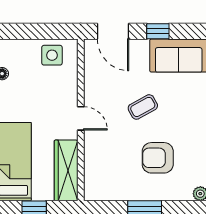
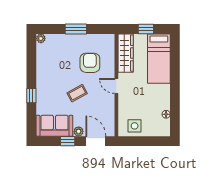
plant: (141, 46) -> (79, 131), added
armchair: (158, 158) -> (90, 63), moved, turned -90

